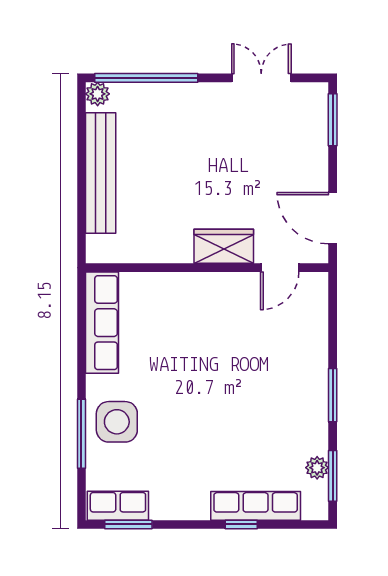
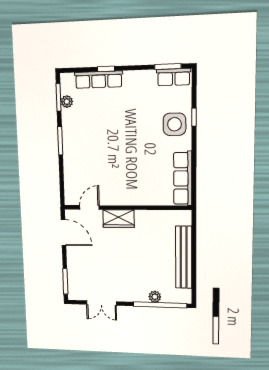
plant: (98, 94) -> (155, 297), moved
window: (81, 434) -> (194, 117), width x0.46

